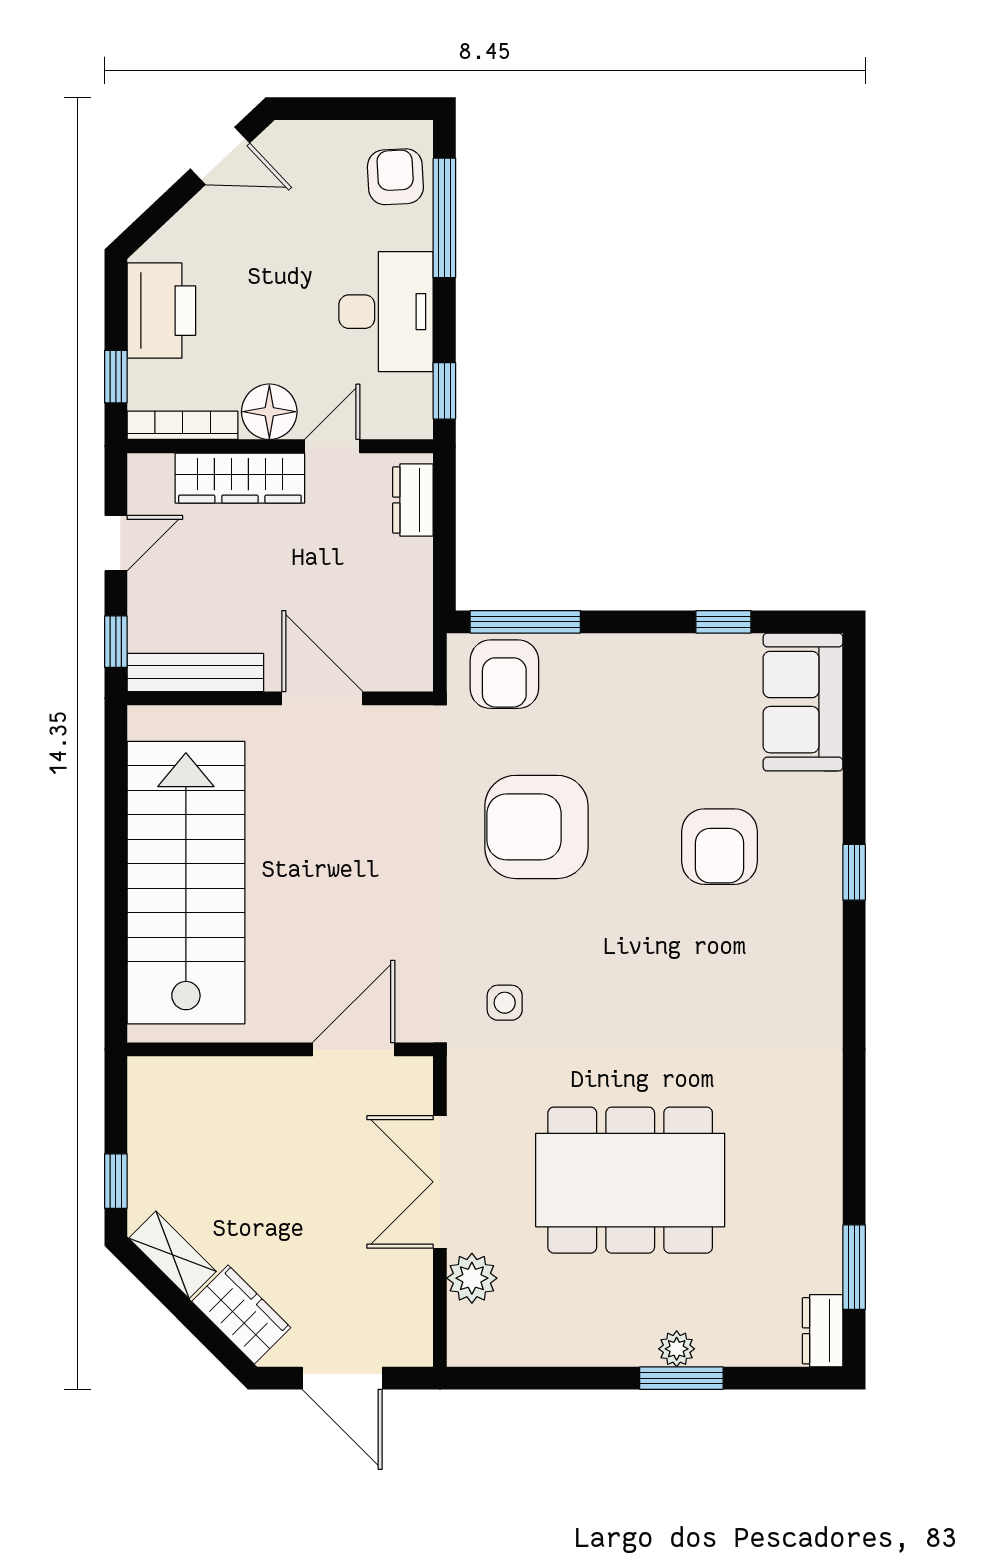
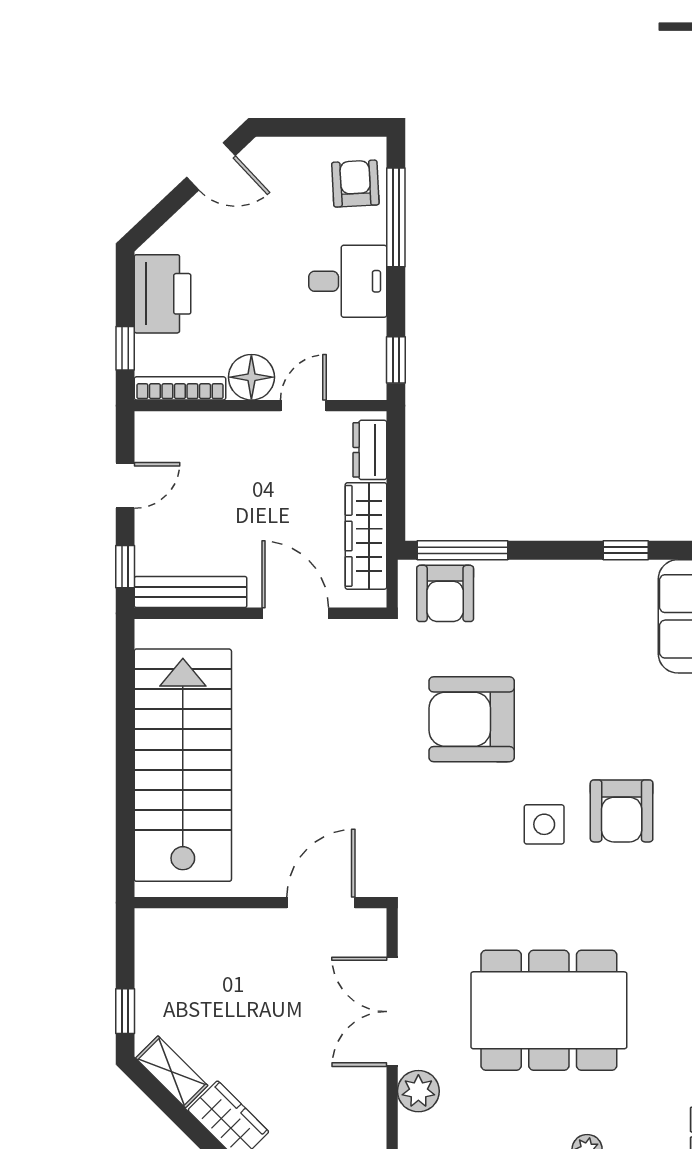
desk: (386, 312) -> (348, 281), width x0.73
wardrobe: (240, 478) -> (366, 536), moved, turned 90
armchair: (720, 847) -> (622, 811), moved
side table: (505, 1003) -> (544, 824), moved, width x1.37, depth x1.37

